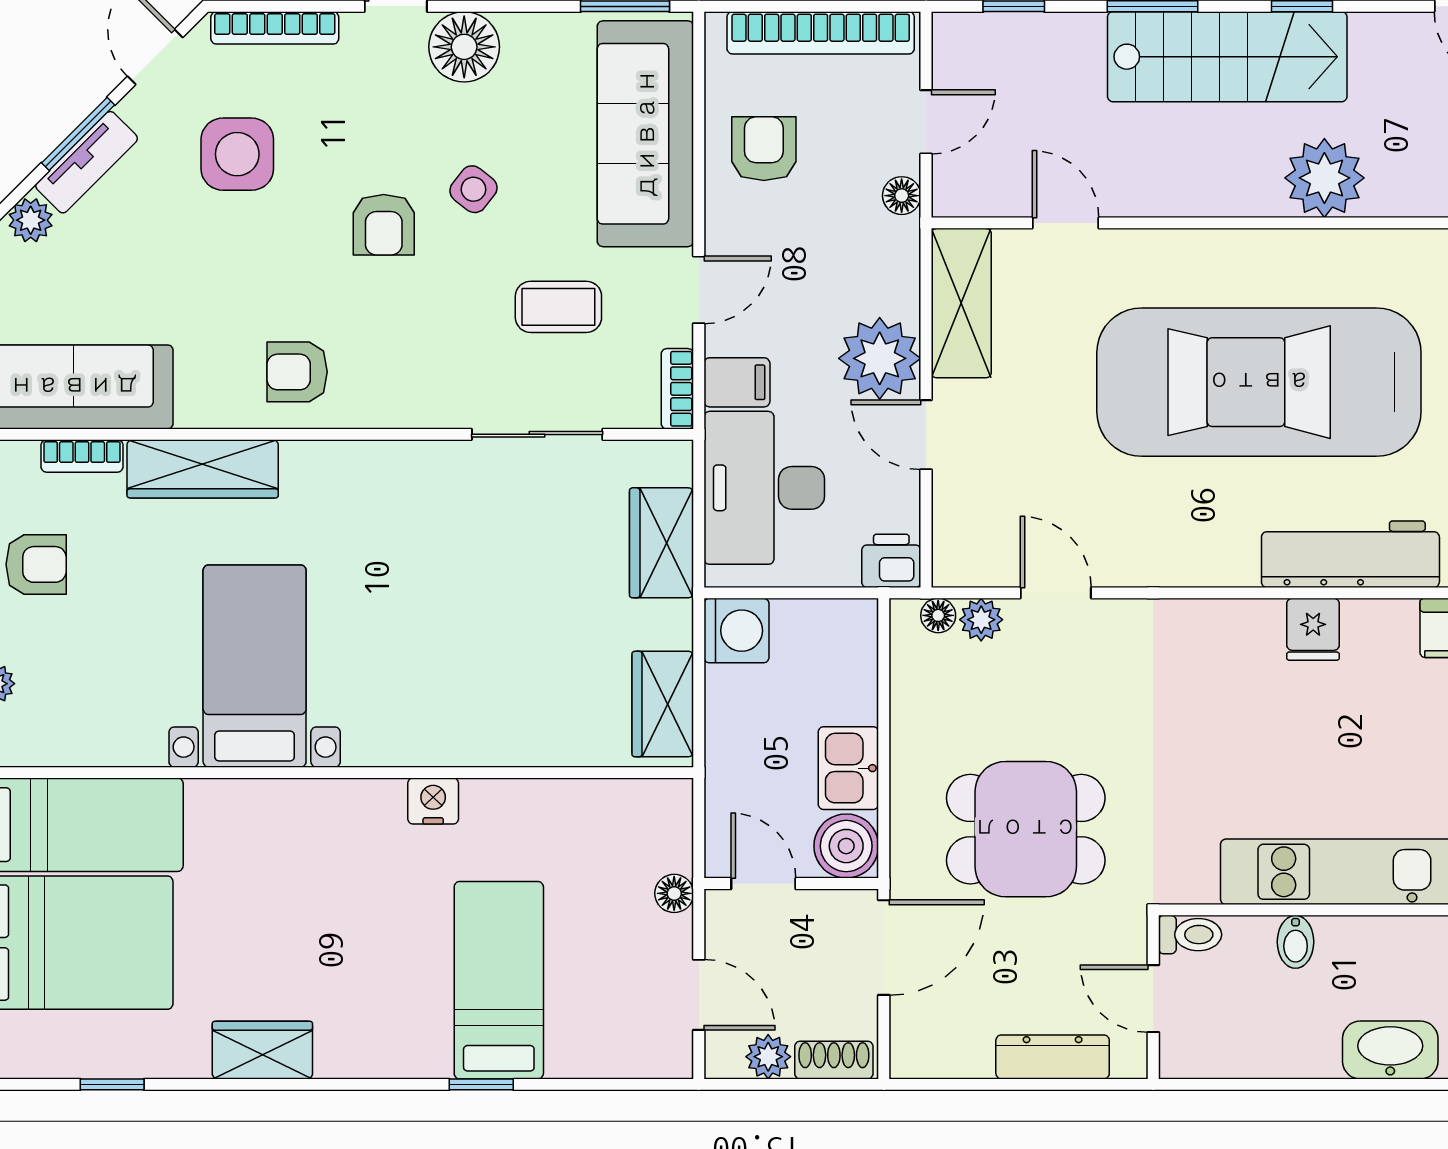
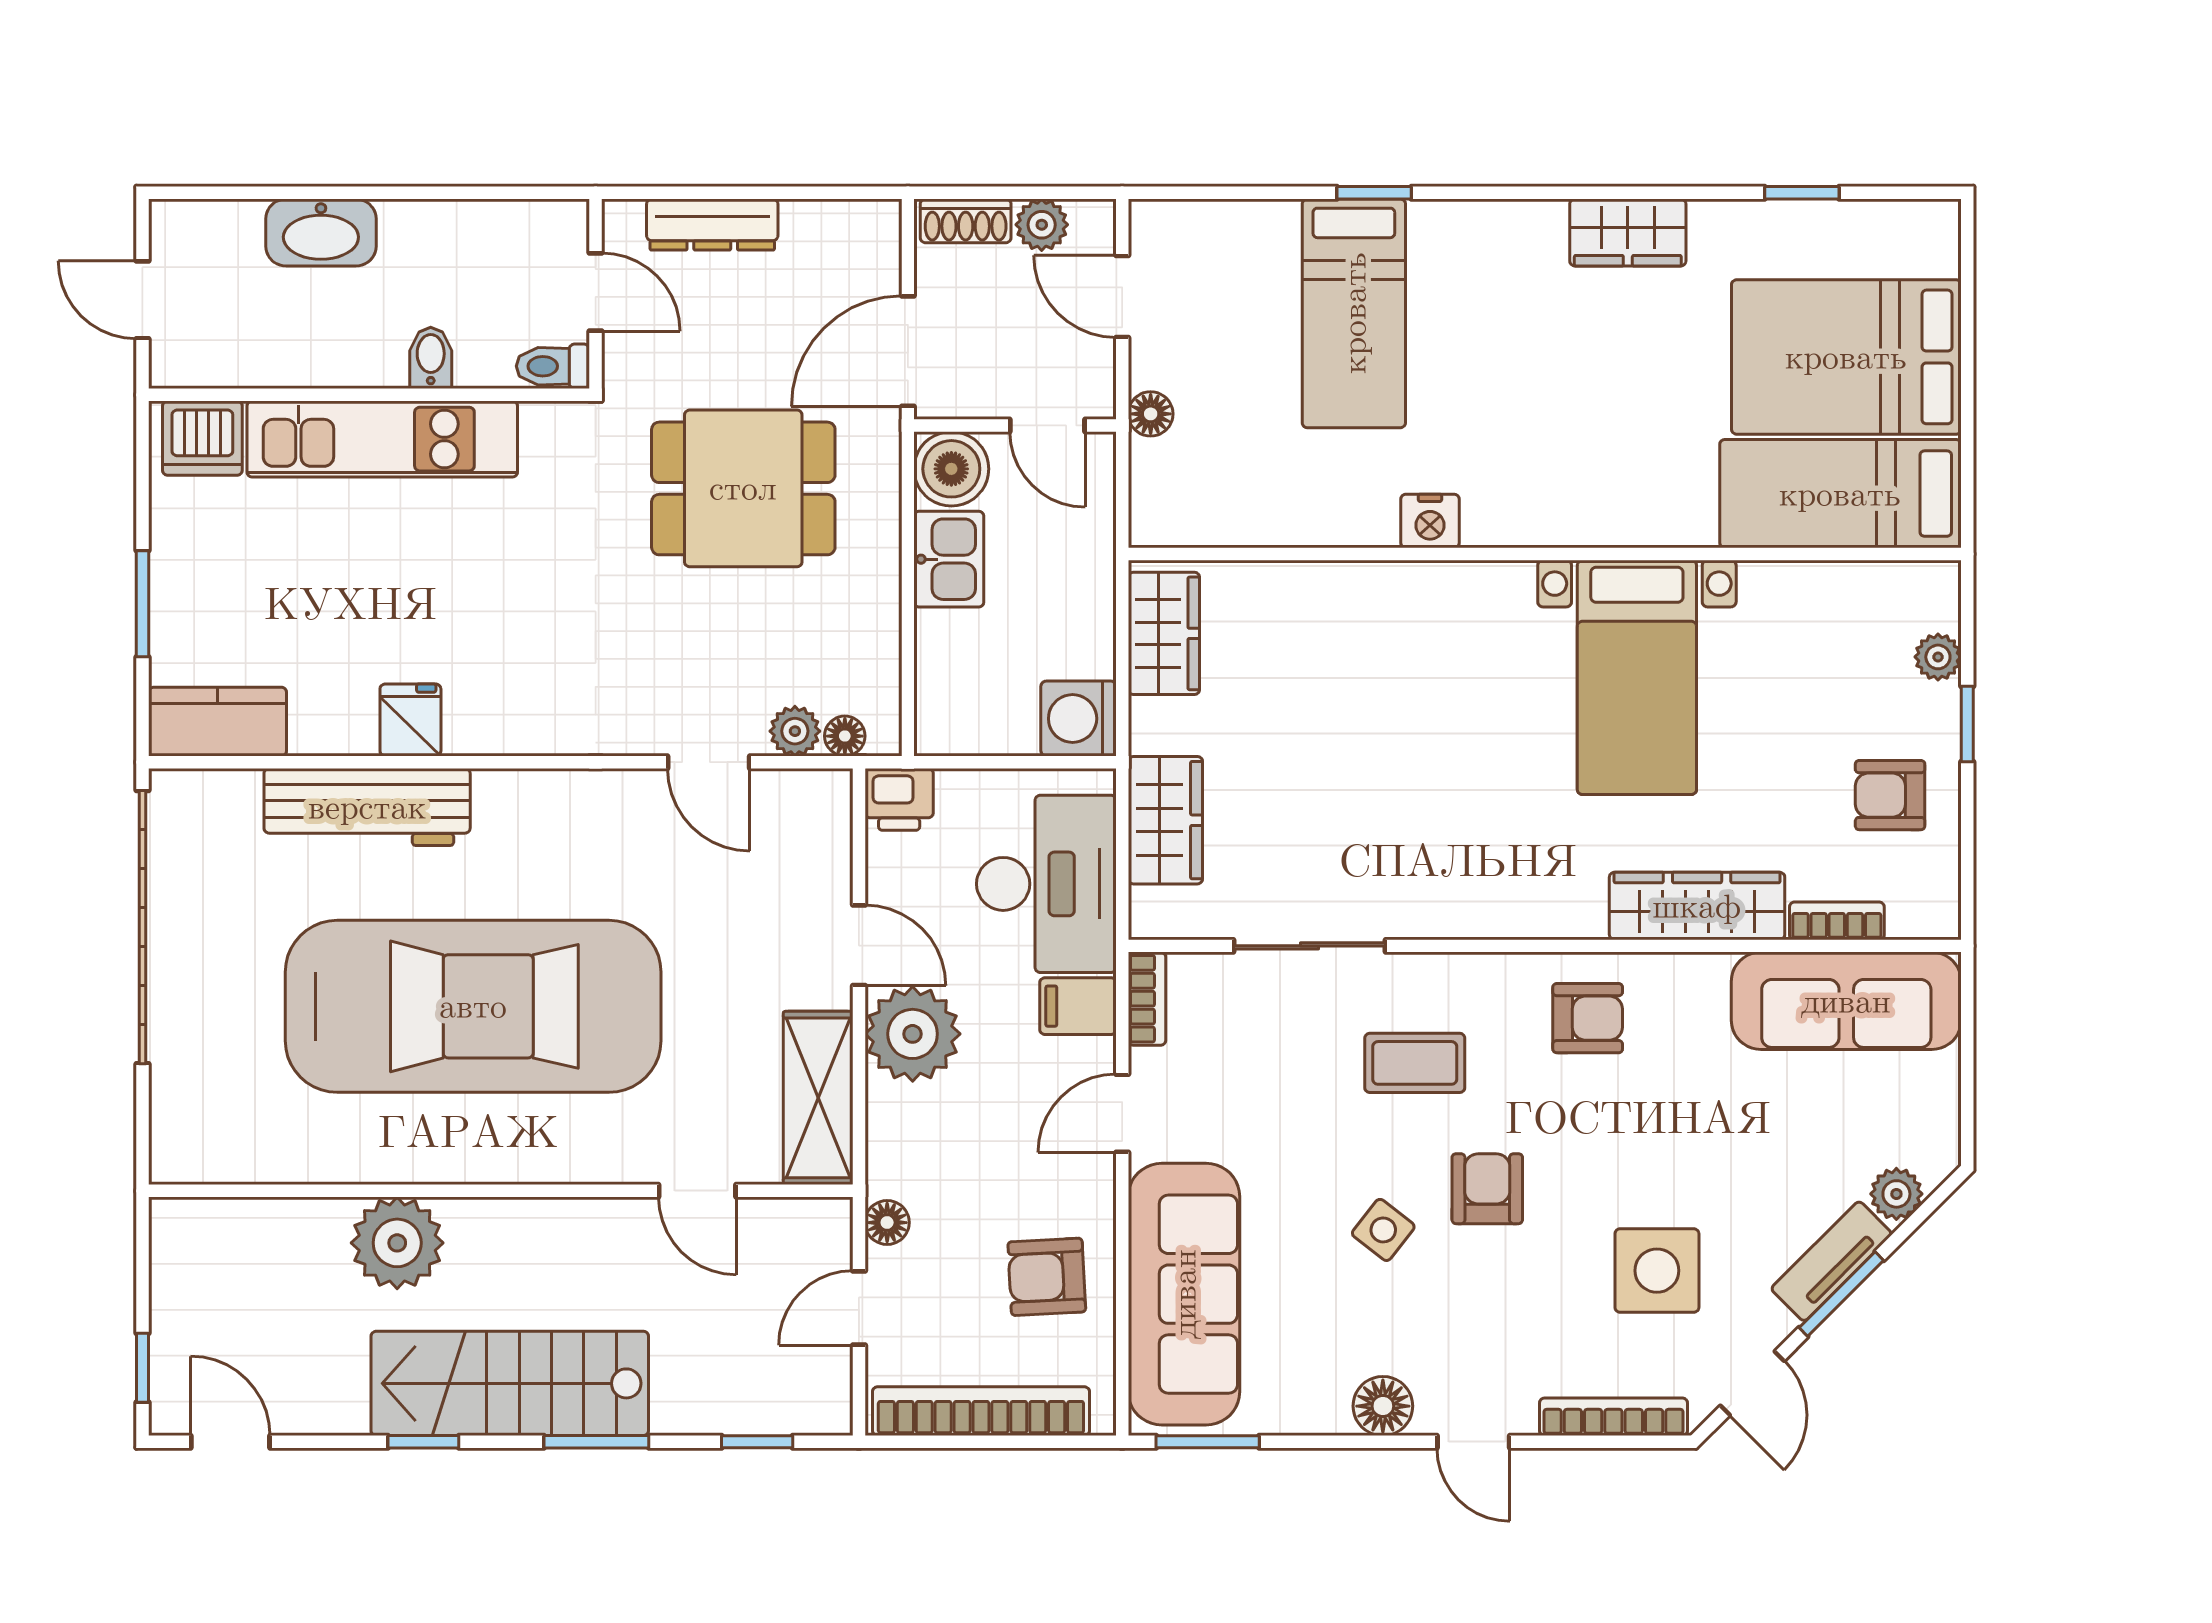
floor lamp: (464, 47) -> (1383, 1406), width x0.73, depth x0.73
armchair: (764, 149) -> (1047, 1277), turned 87
coffee table: (558, 307) -> (1415, 1063), moved

